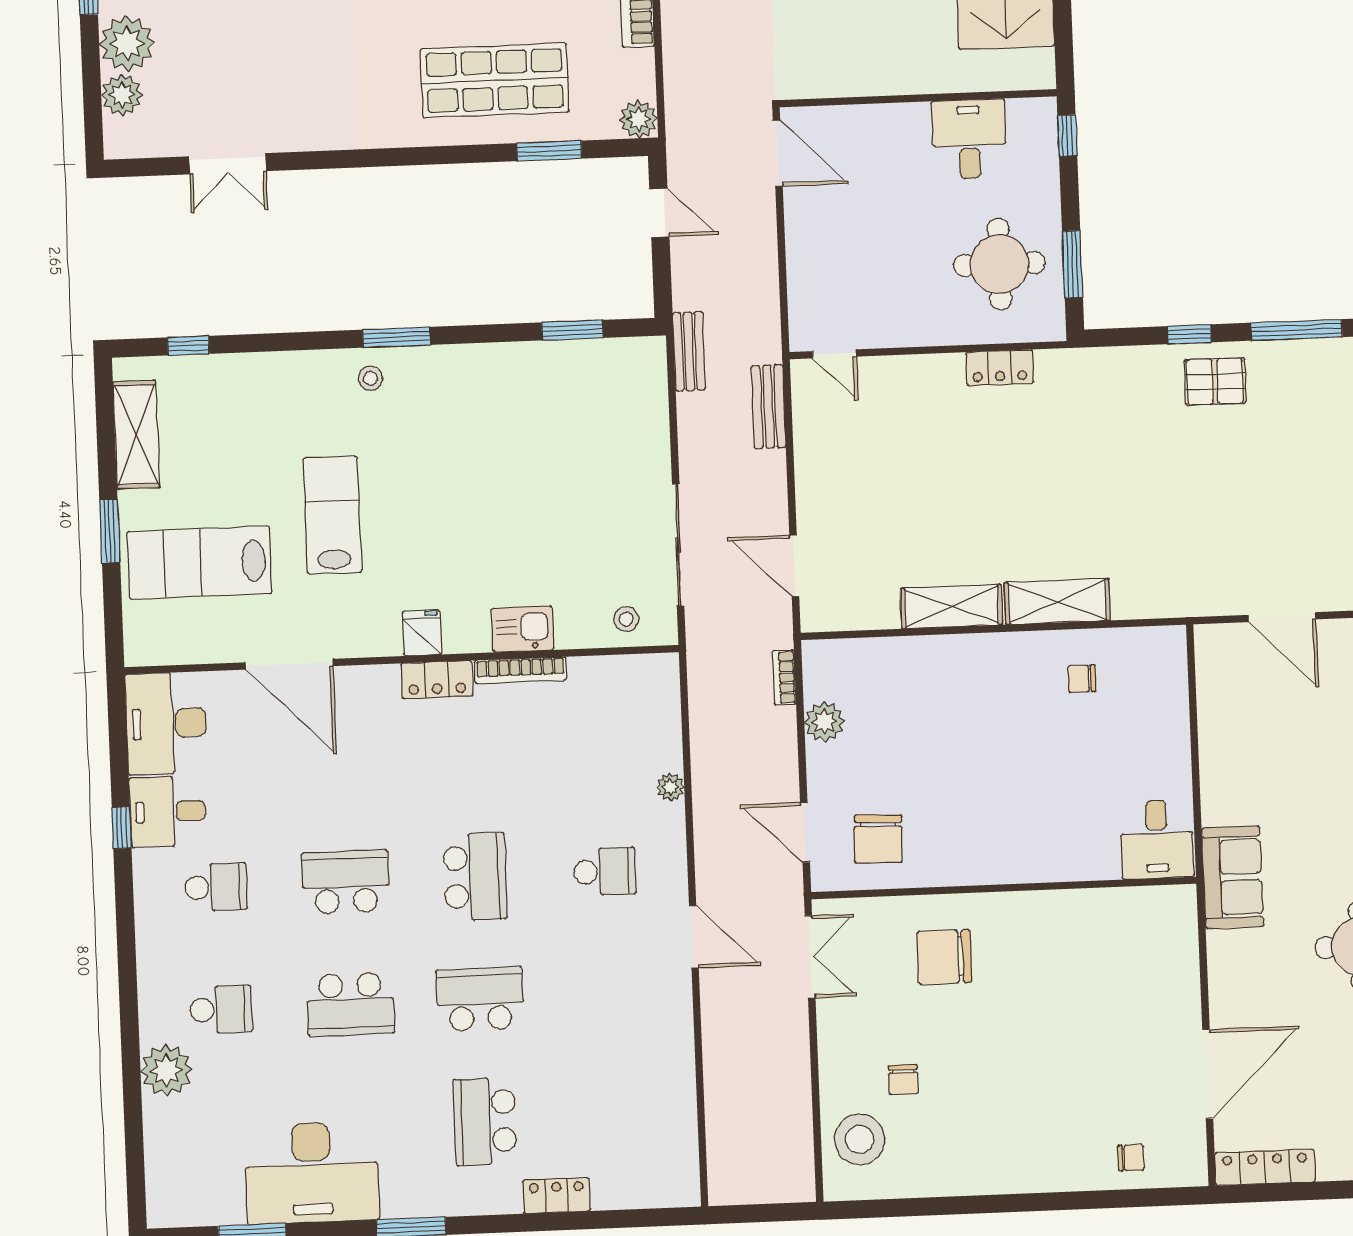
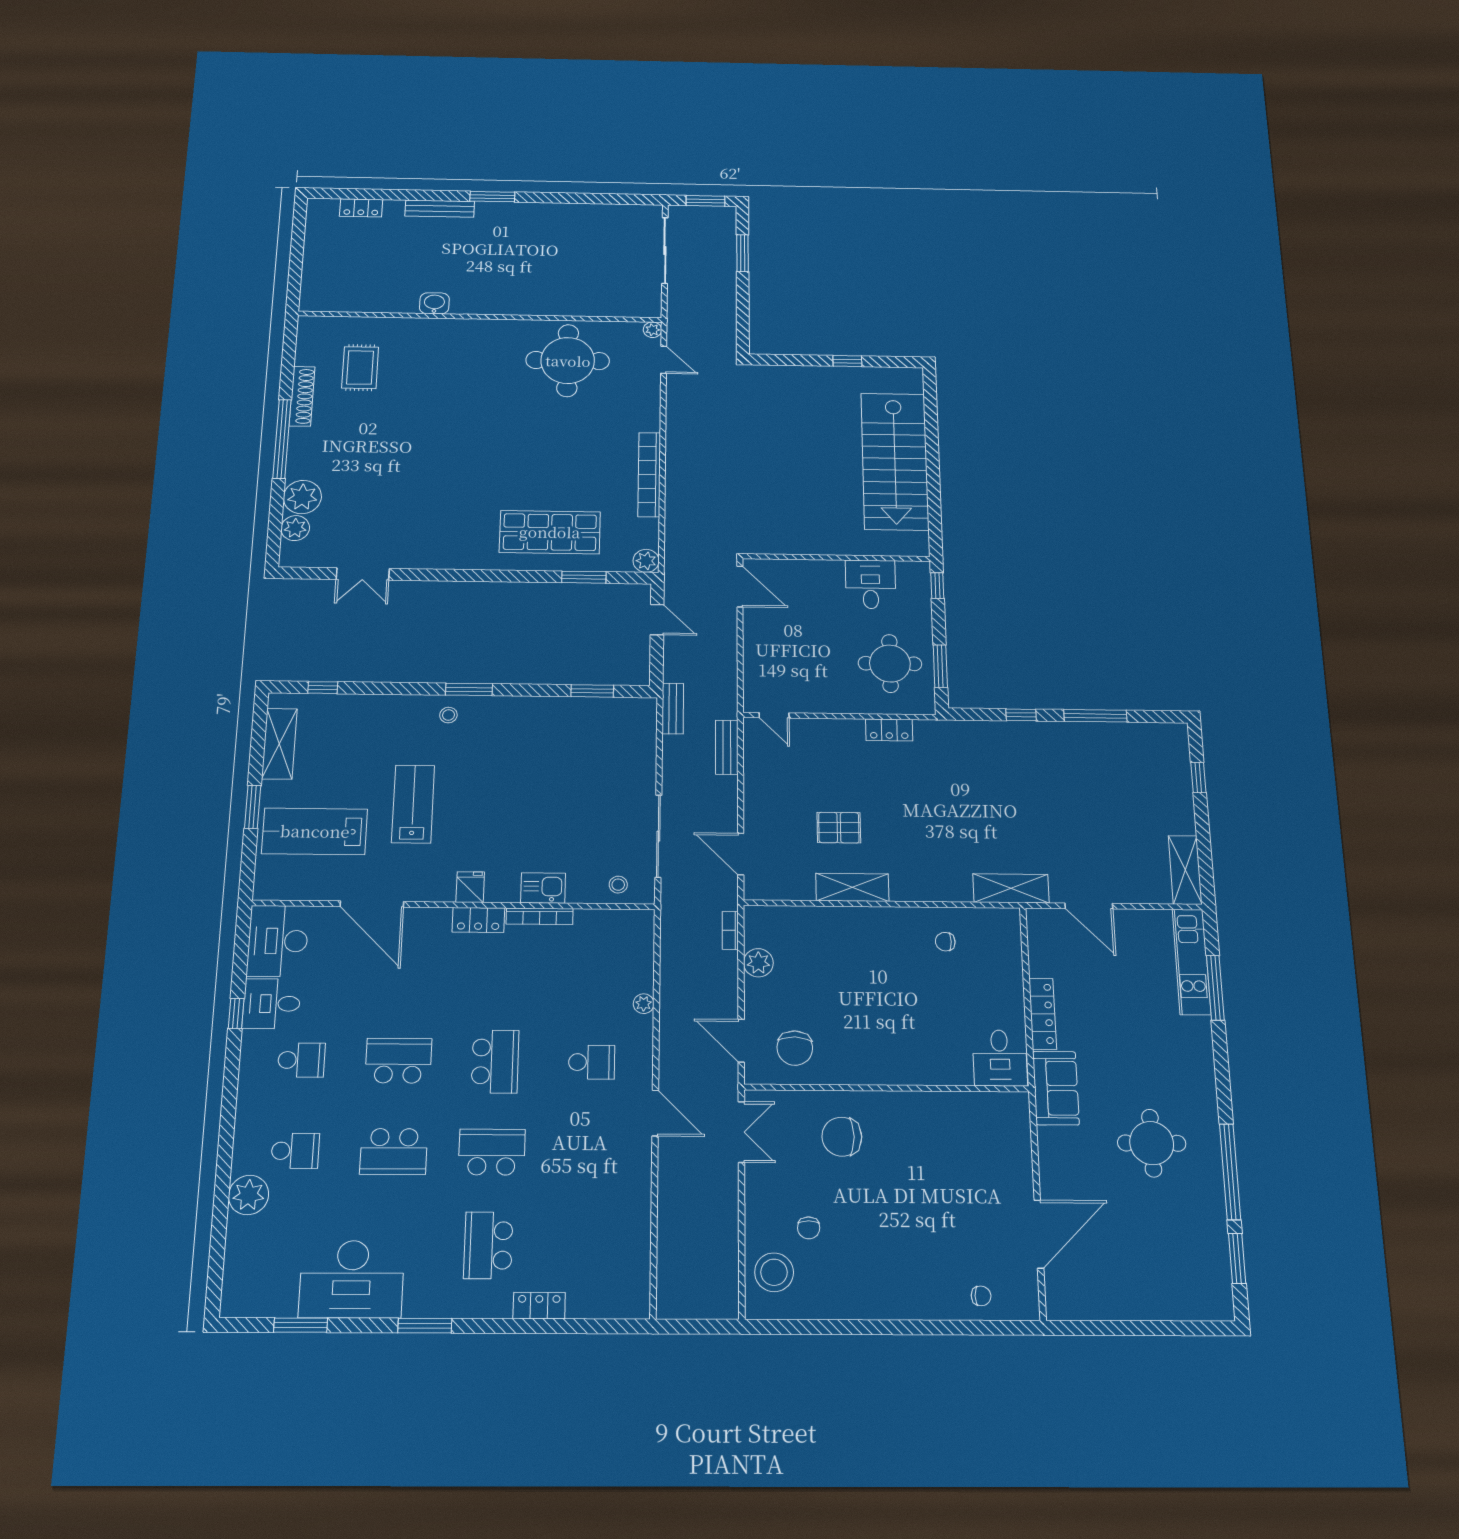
pallet: (1215, 381) -> (839, 828), moved
shelving: (1057, 602) -> (1011, 888), moved
locker: (1265, 1167) -> (1043, 1014), moved, turned 90

